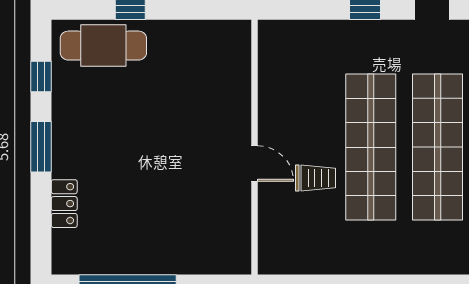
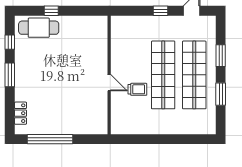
locker: (64, 204) -> (20, 113), moved

